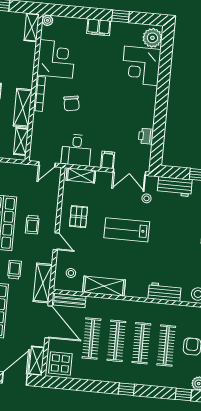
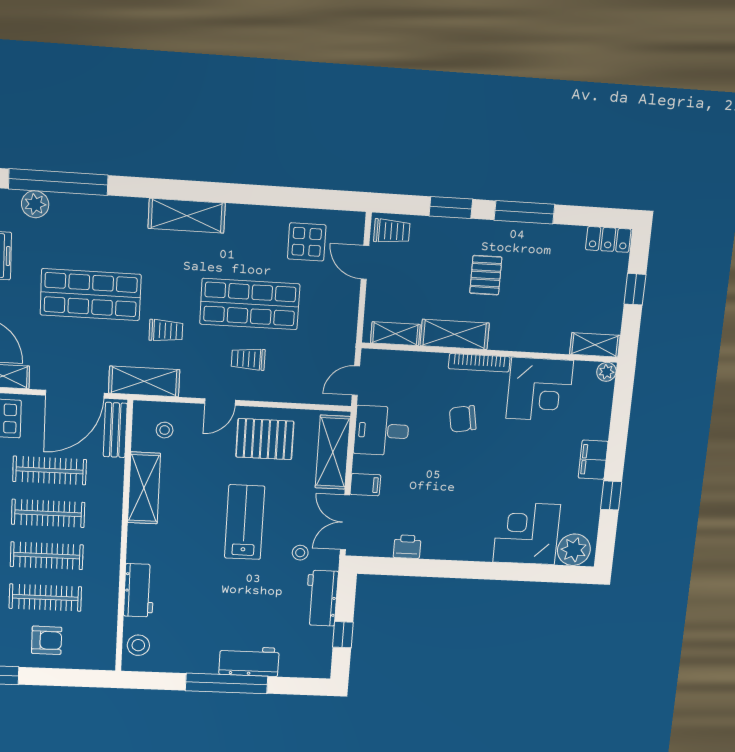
door: (47, 164) -> (356, 381), hinge flipped
shelving: (81, 175) -> (333, 452), width x1.50, depth x1.33
pallet: (79, 217) -> (265, 439), width x1.50, depth x1.42

